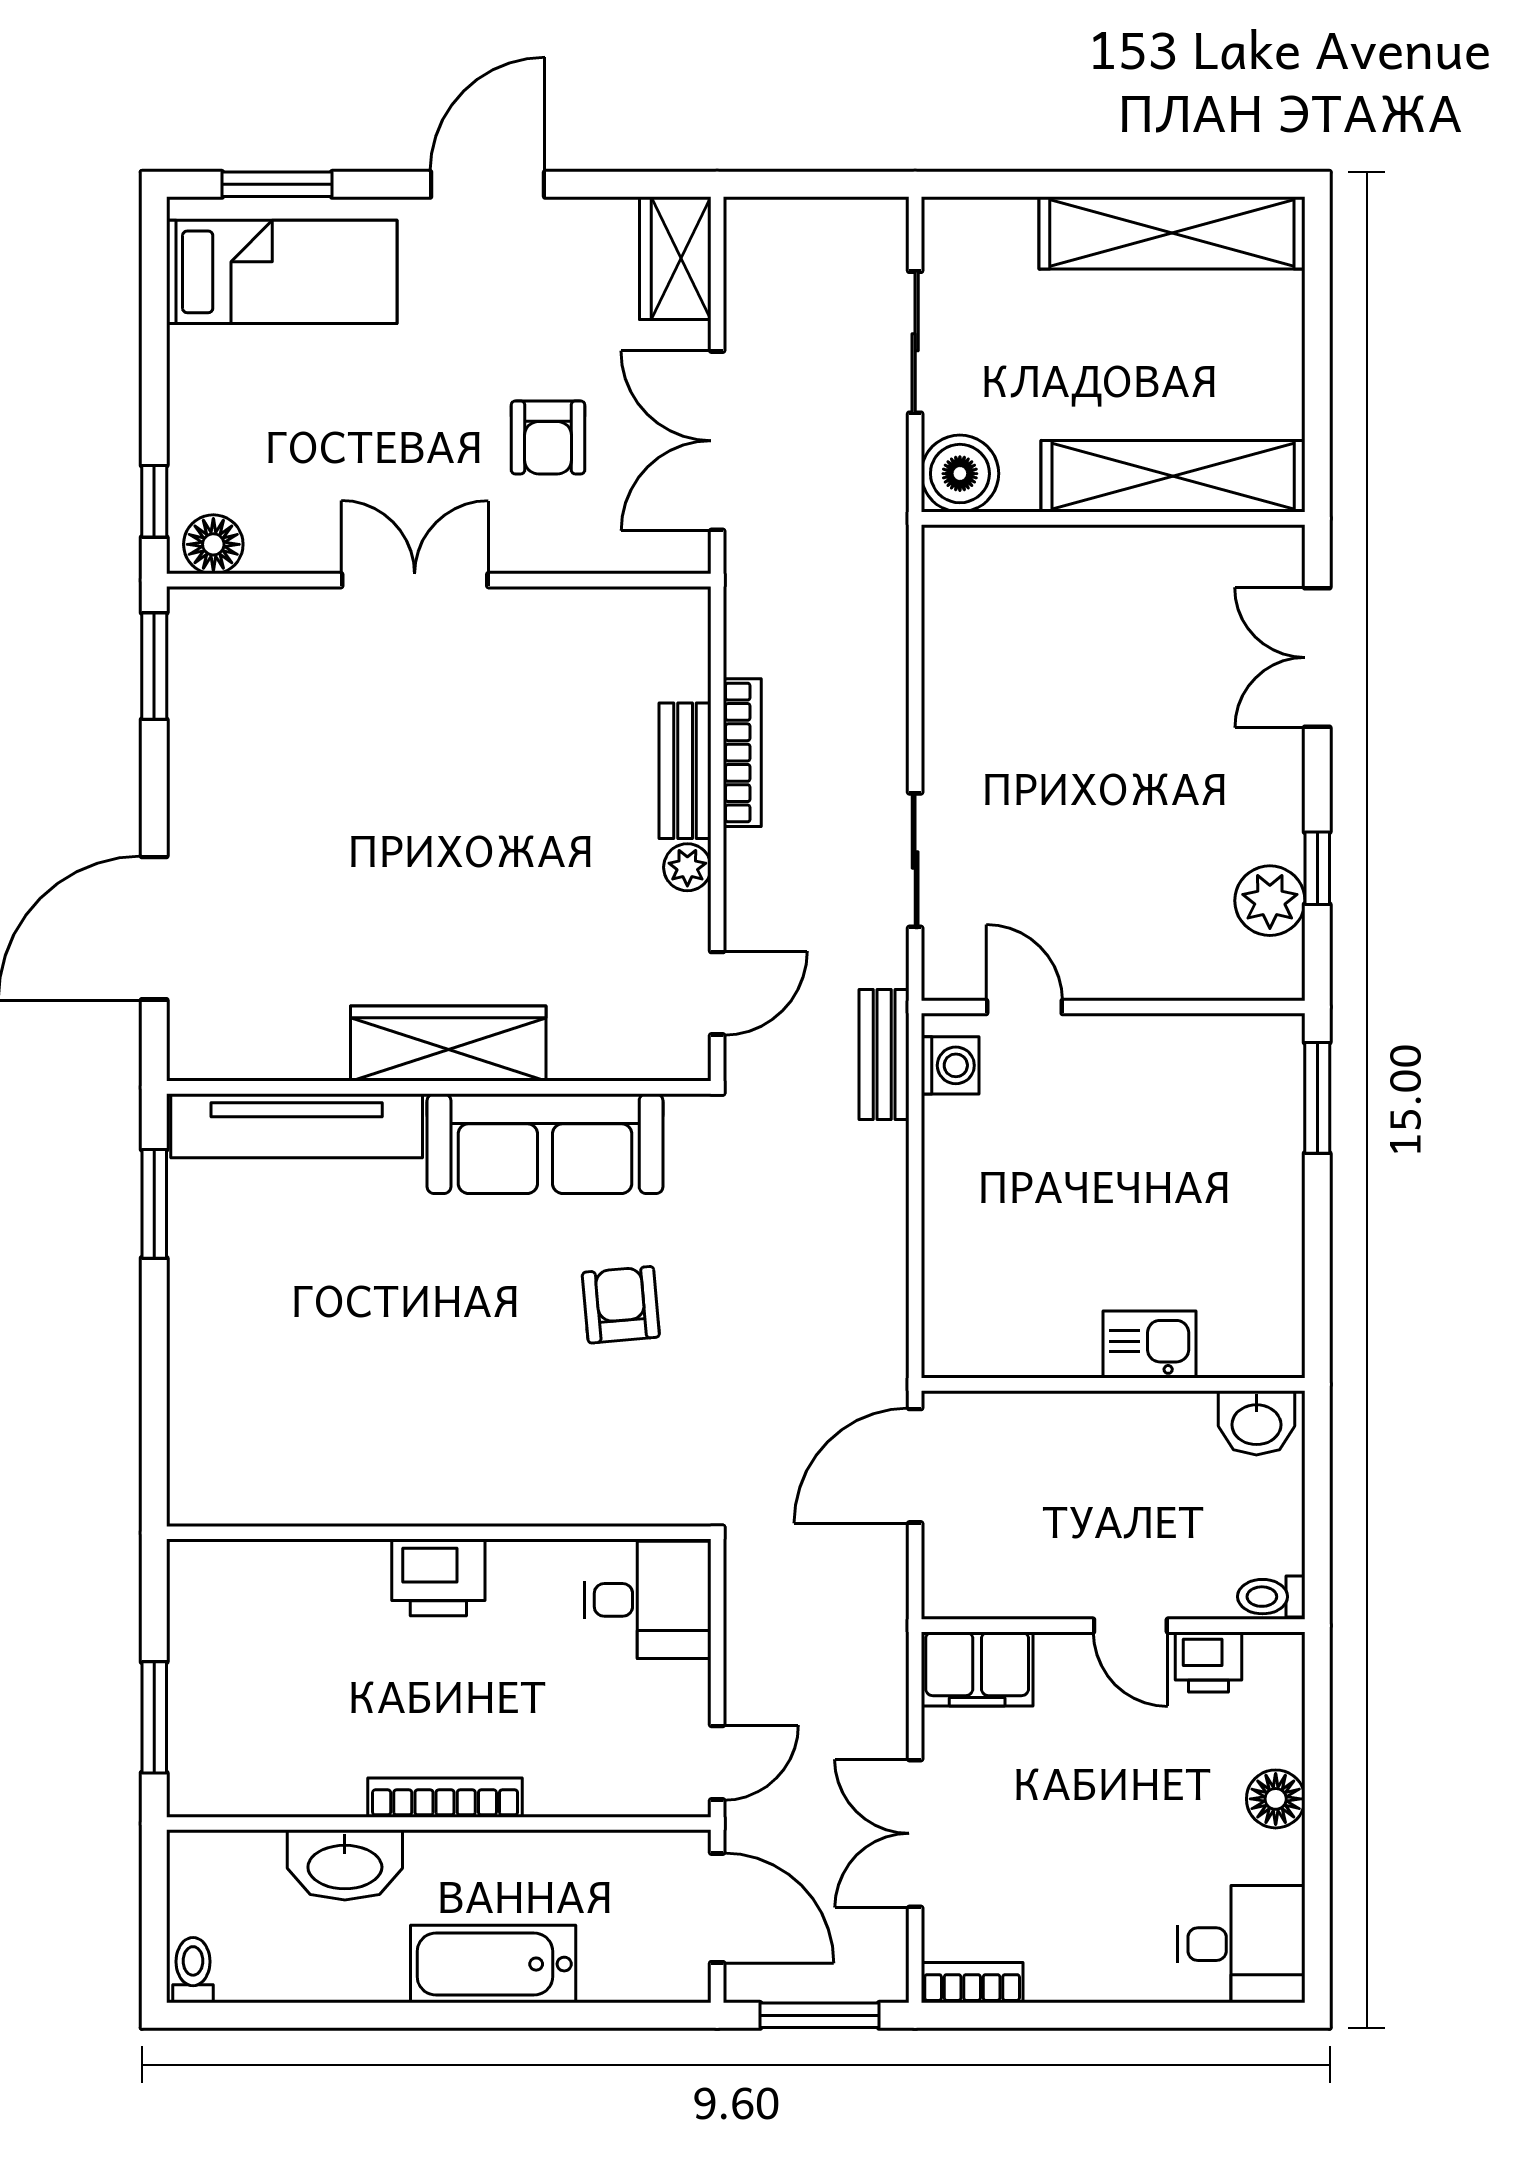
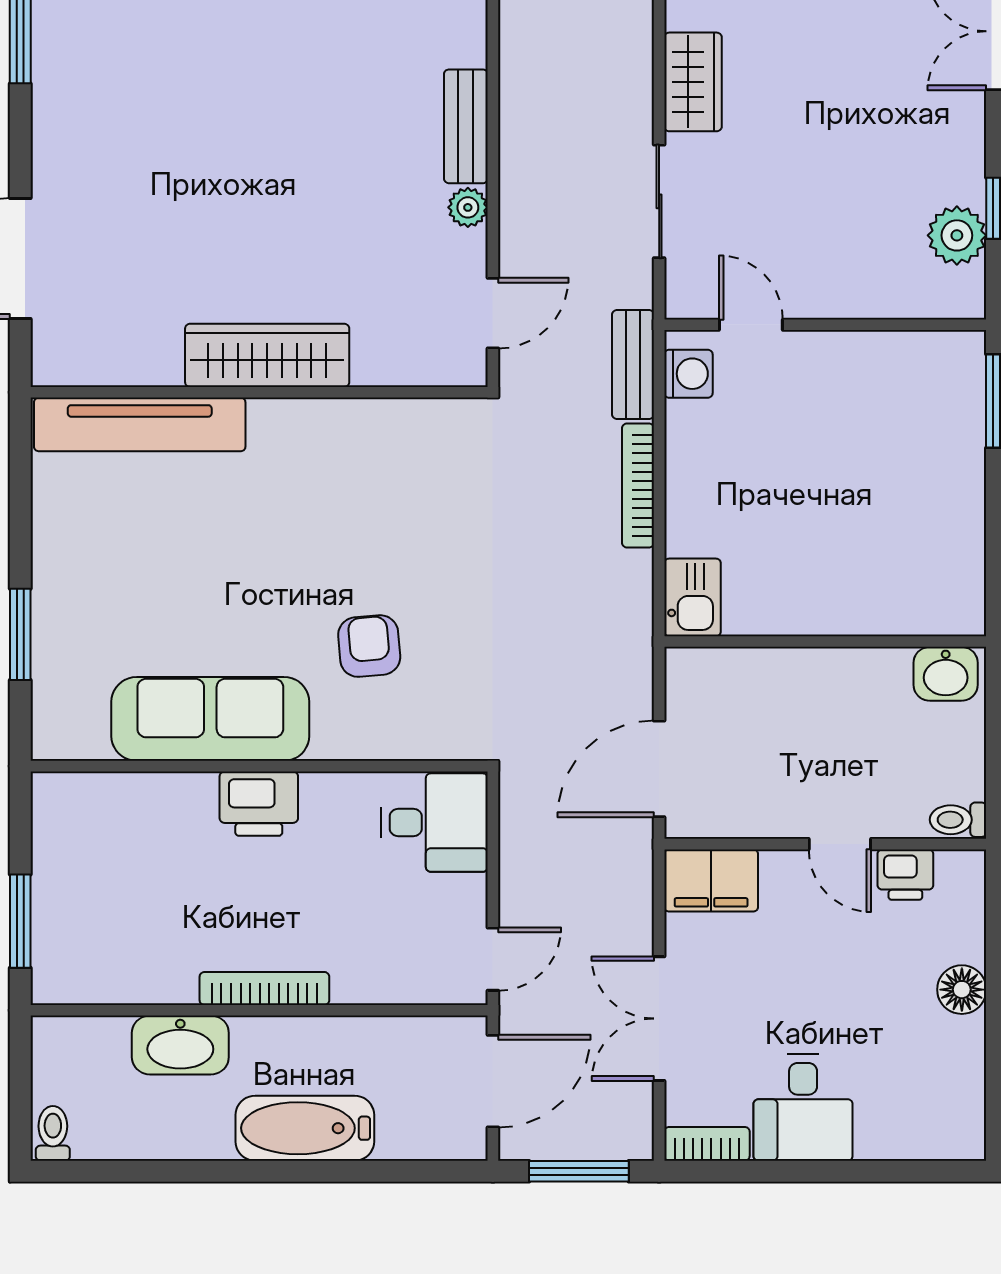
wardrobe: (955, 718) -> (693, 82), added
bookcase: (742, 753) -> (638, 485), moved, turned 180
sofa: (545, 1144) -> (210, 719), moved, turned 180
window: (154, 1204) -> (20, 634), moved
armchair: (621, 1305) -> (369, 646), moved
kitchen sink: (1150, 1345) -> (692, 597), moved, turned 90
door: (915, 1466) -> (659, 769), moved
door: (717, 1908) -> (493, 1081), hinge flipped
desk: (1241, 1944) -> (803, 1108), moved, turned 90

